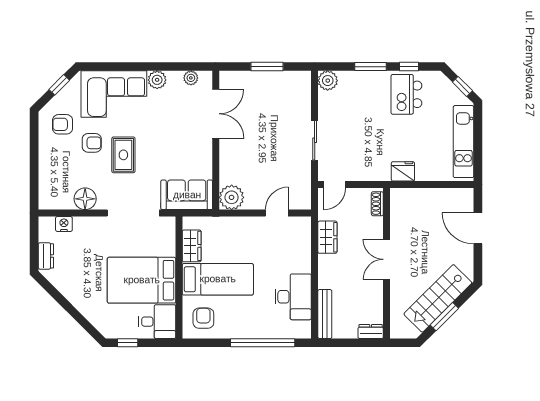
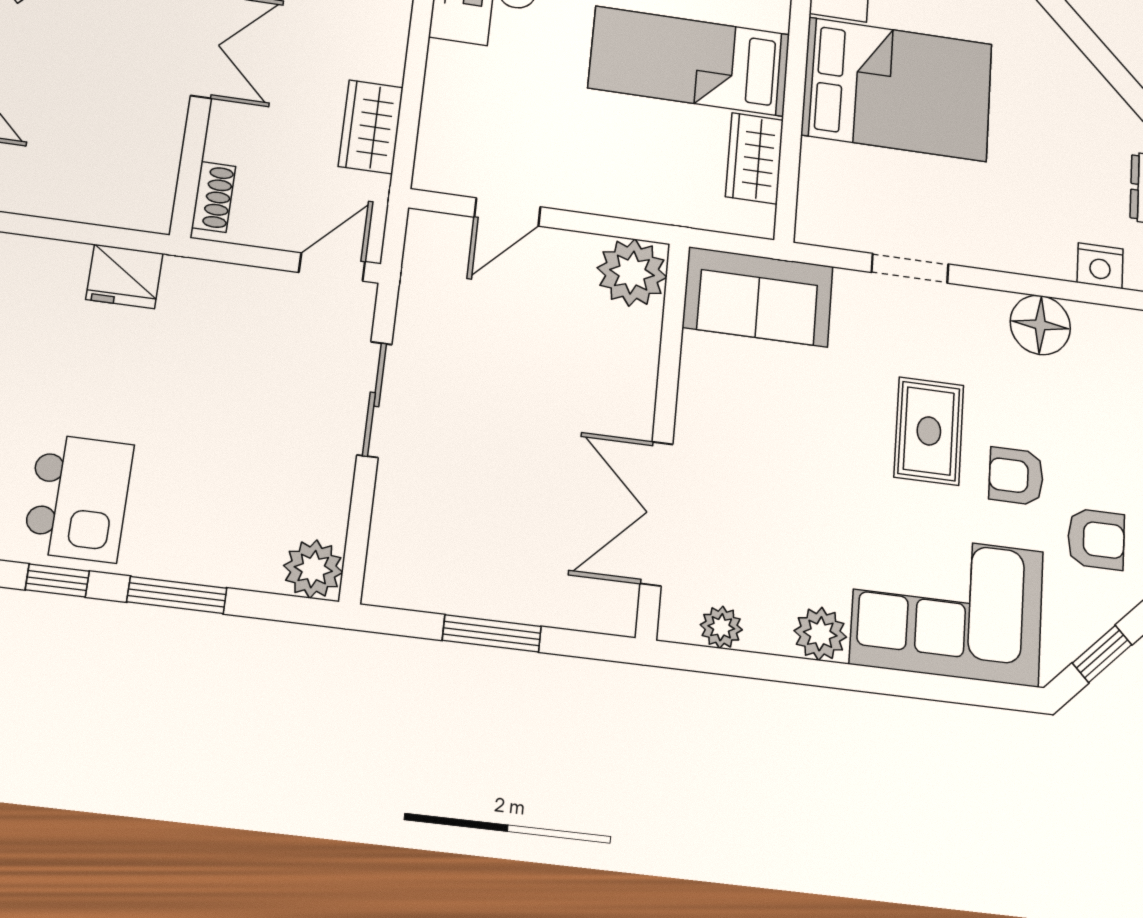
doorway: (133, 213) -> (910, 268), width x0.53

